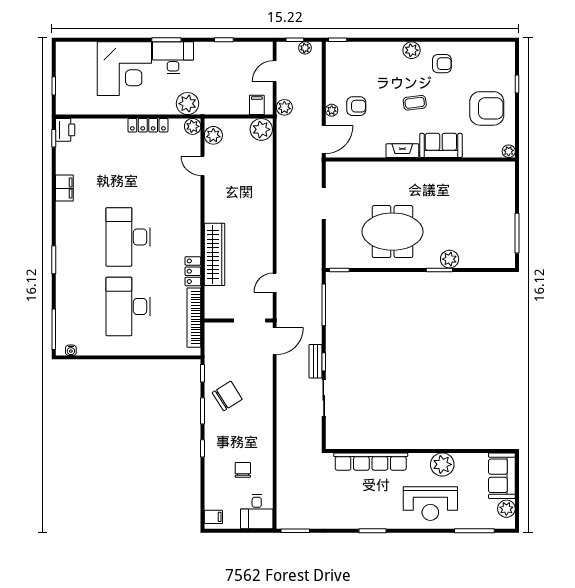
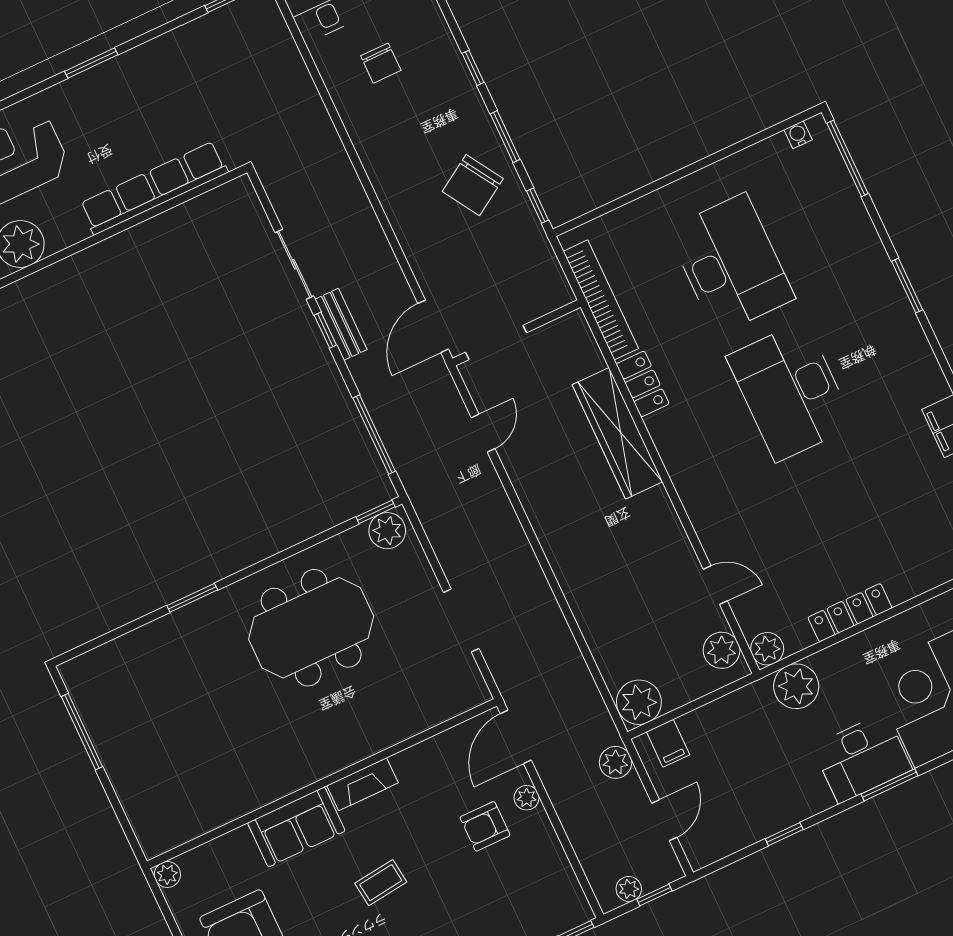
desk: (128, 237) -> (790, 391), turned 180
plant: (450, 259) -> (387, 531), moved

